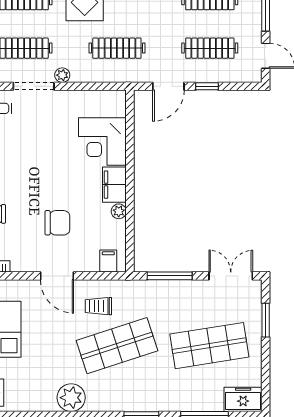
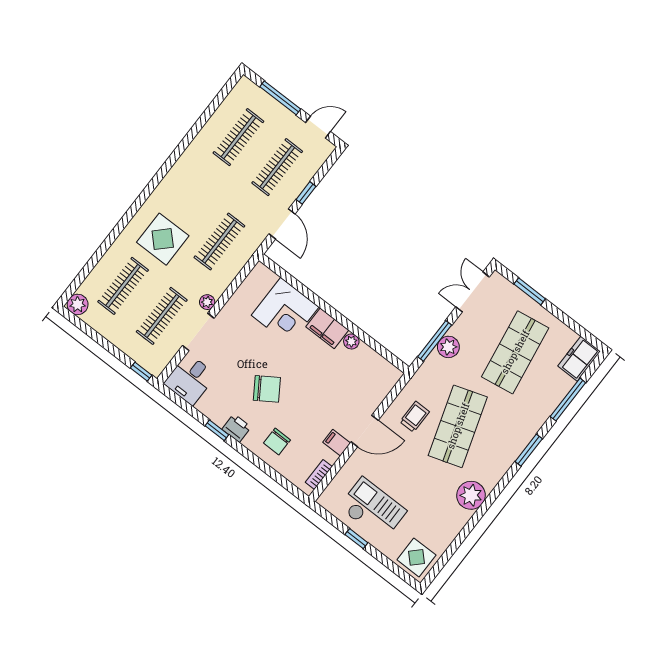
chair: (57, 223) -> (267, 389), moved, turned 57
filing cabinet: (108, 261) -> (337, 443), moved
plant: (173, 290) -> (448, 347), added
trolley: (98, 306) -> (415, 417), turned 180

